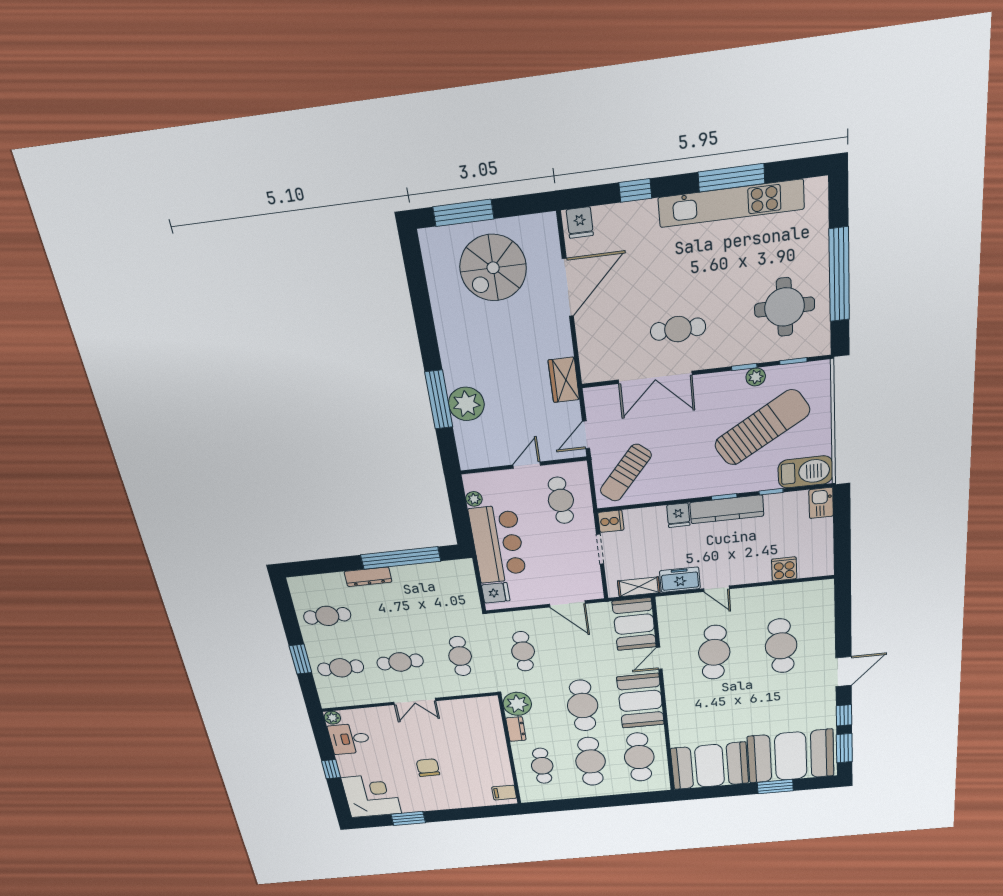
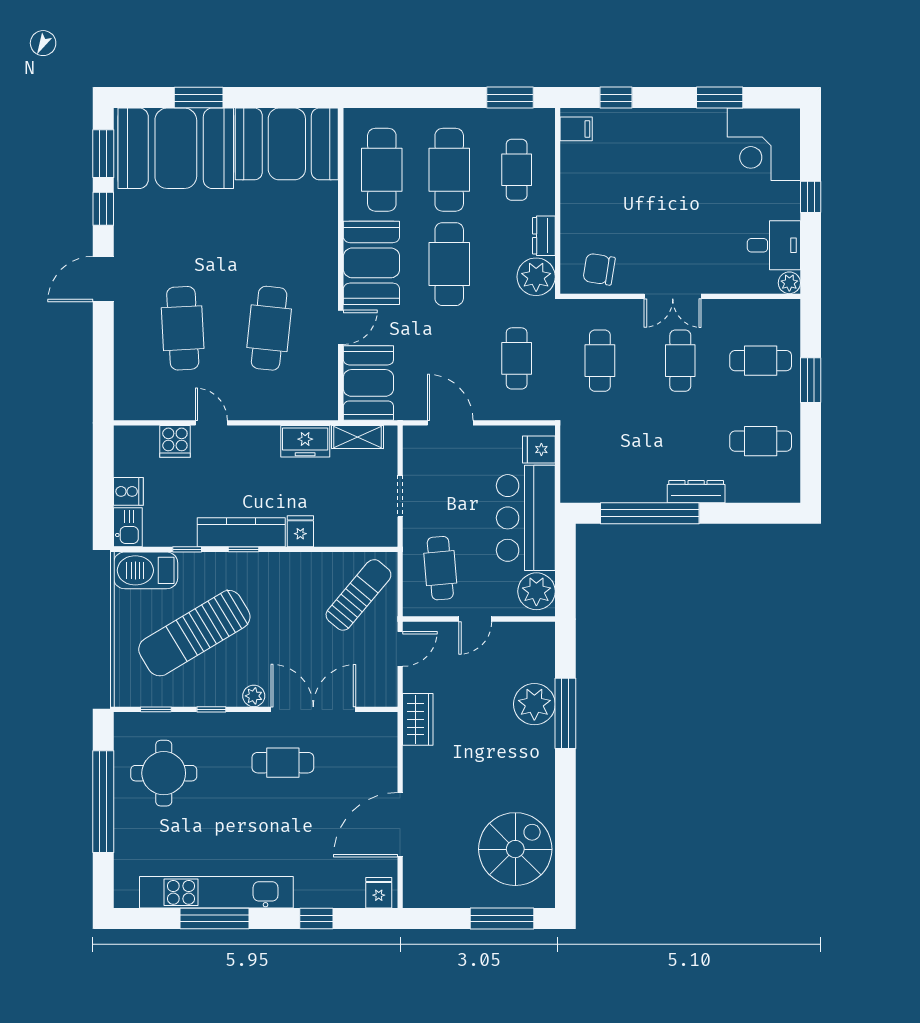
spiral stairs: (493, 268) -> (515, 849), moved
plant: (756, 377) -> (254, 696), moved
plant: (474, 499) -> (536, 591), width x1.88, depth x1.88
cooker: (611, 521) -> (128, 491), moved, turned 180
door: (716, 589) -> (211, 423), moved
cafe table: (400, 662) -> (680, 361), turned 90
double door: (415, 701) -> (673, 296), swing flipped
chair: (428, 768) -> (599, 269), moved, turned 99
window: (554, 806) -> (510, 98), added
window: (480, 812) -> (616, 98), added

